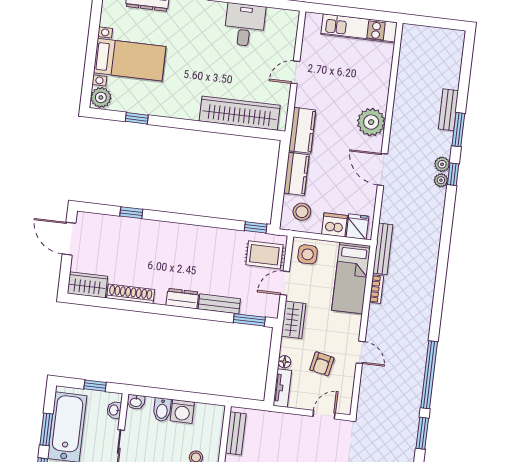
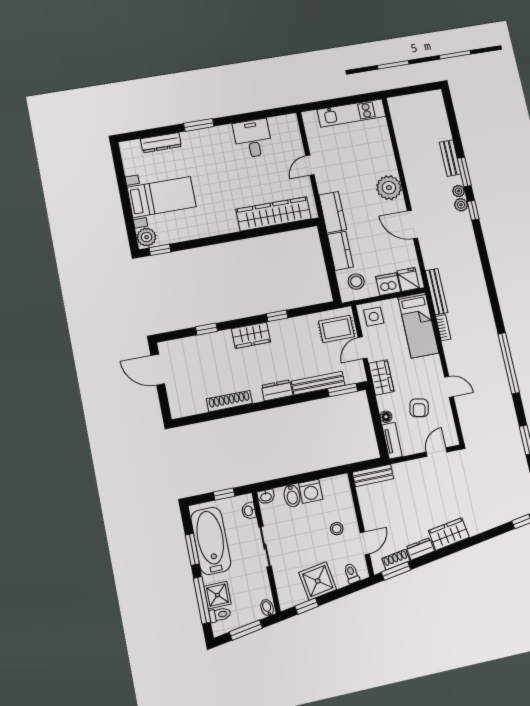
window: (137, 118) -> (160, 250), moved
plant: (441, 180) -> (459, 191), moved
window: (256, 227) -> (277, 316), moved
wardrobe: (87, 285) -> (251, 335), moved, turned 180
bench: (219, 304) -> (318, 383), width x1.36
window: (429, 375) -> (509, 363), moved
bench: (236, 433) -> (373, 475), moved, turned 90

